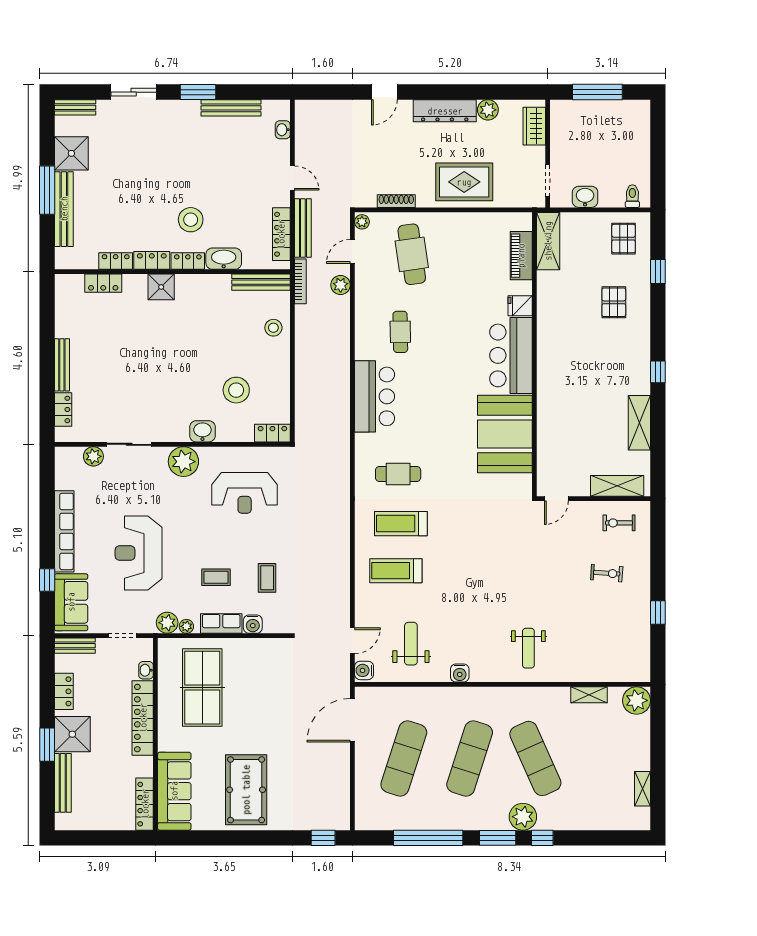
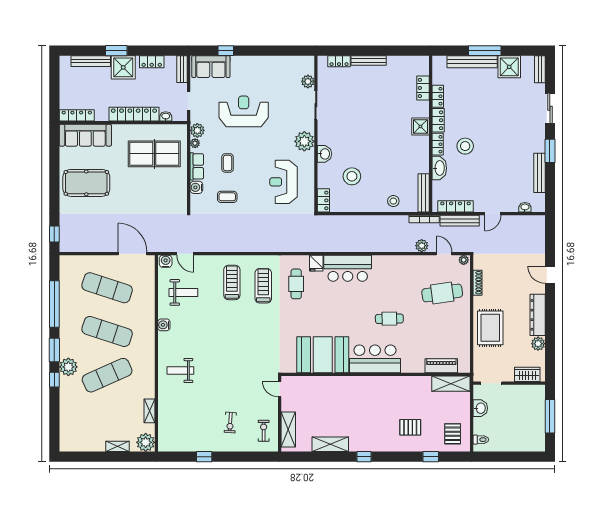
pallet: (624, 239) -> (453, 434), turned 90
fridge: (520, 306) -> (316, 263), moved, turned 180
cafe table: (400, 332) -> (389, 319), moved
row of seats: (64, 531) -> (258, 62), removed
shelving: (642, 789) -> (118, 446), moved

